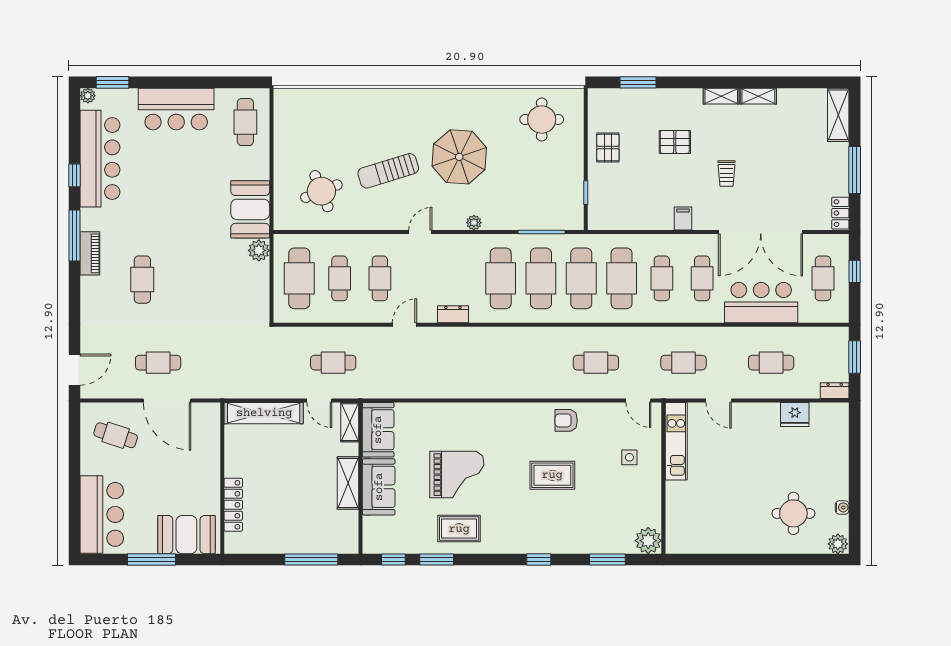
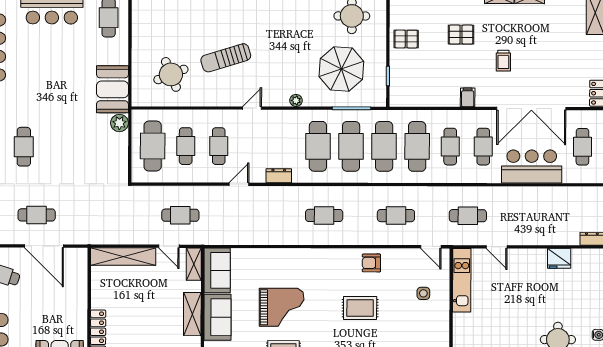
pallet: (608, 147) -> (406, 39), turned 90
parasol: (459, 157) -> (341, 69), moved
cafe table: (771, 363) -> (324, 215), moved

